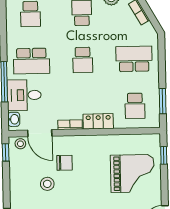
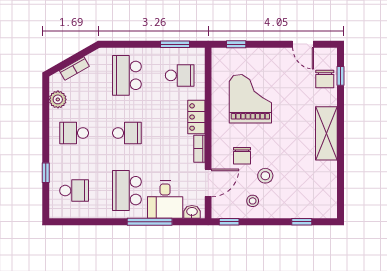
school desk: (31, 61) -> (127, 191), turned 180
stool: (20, 144) -> (253, 201), moved
chair: (65, 163) -> (242, 156), turned 180
grand piano: (132, 173) -> (250, 99), moved

